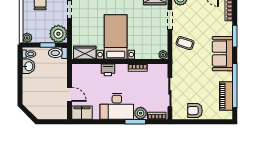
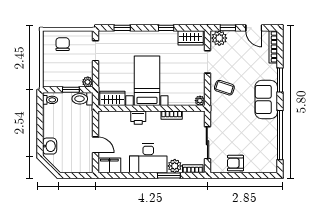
plant: (58, 34) -> (88, 82), width x0.53, depth x0.53
plant: (27, 38) -> (48, 82), removed
washbasin: (29, 66) -> (50, 146), moved
piano: (226, 96) -> (270, 147), removed

